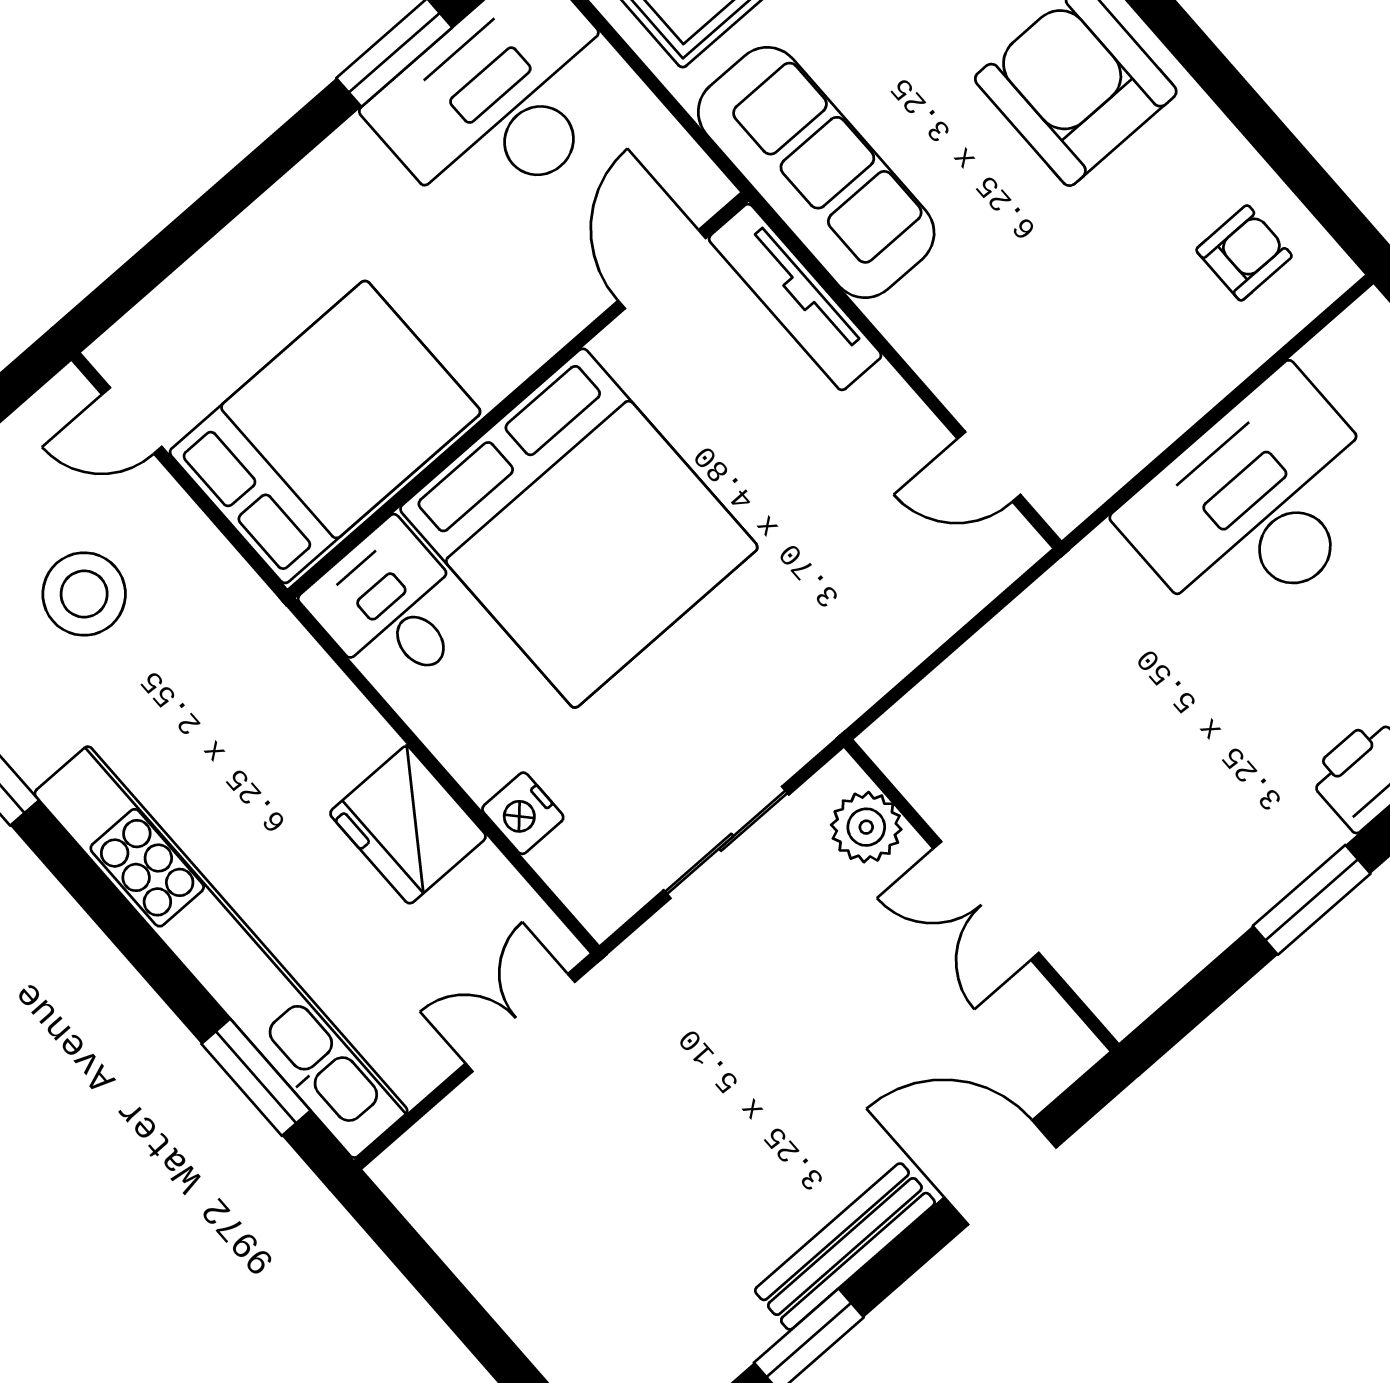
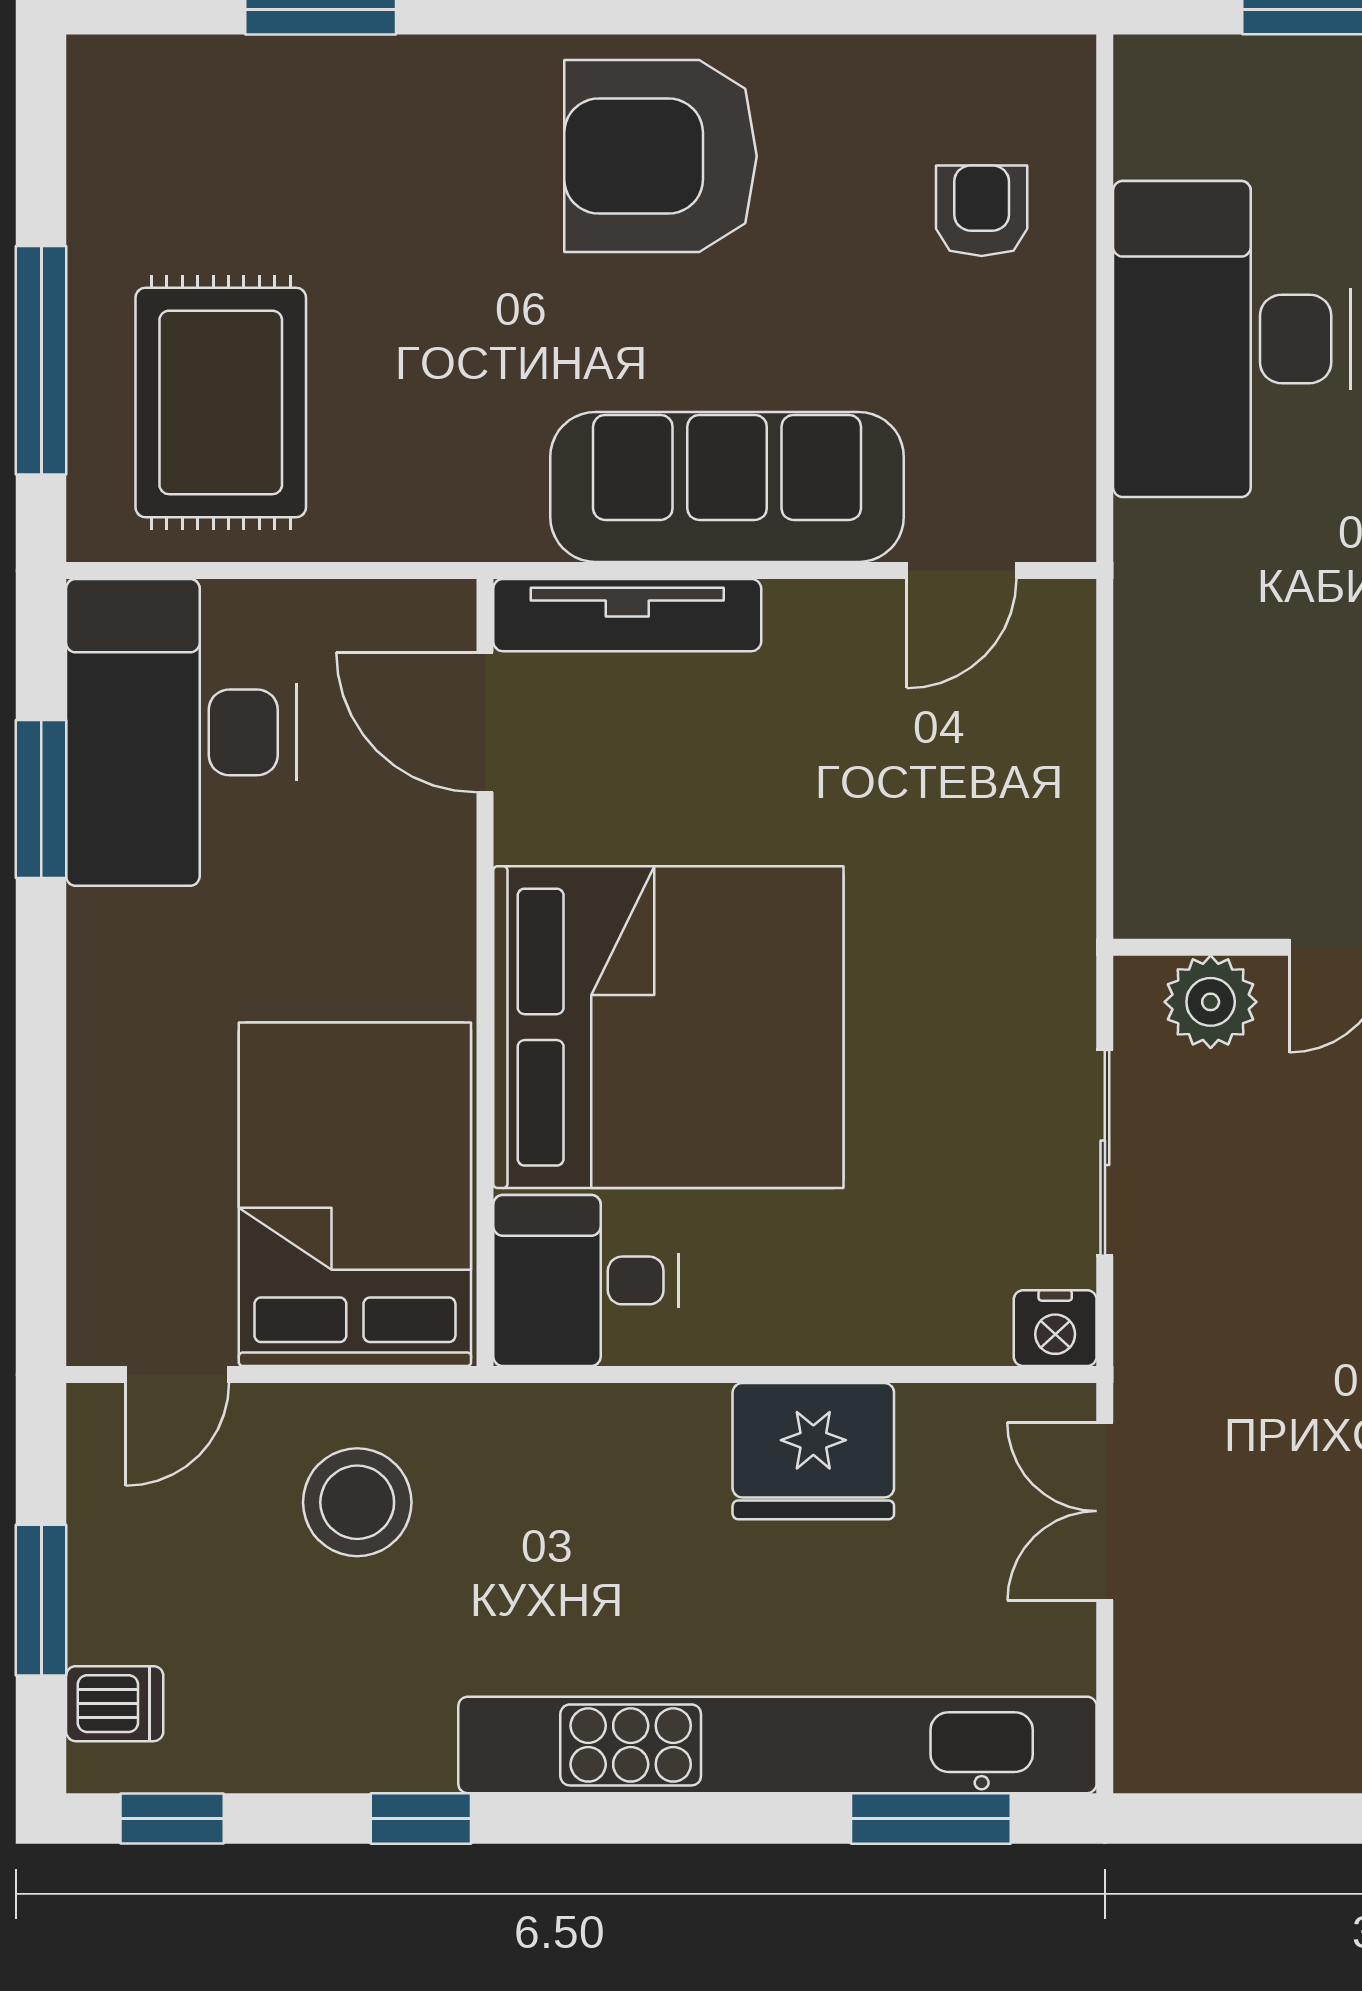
sofa: (816, 173) -> (727, 487), moved
armchair: (1244, 253) -> (982, 211), moved
stool: (84, 594) -> (357, 1502), moved
nightstand: (523, 813) -> (1055, 1328), moved

